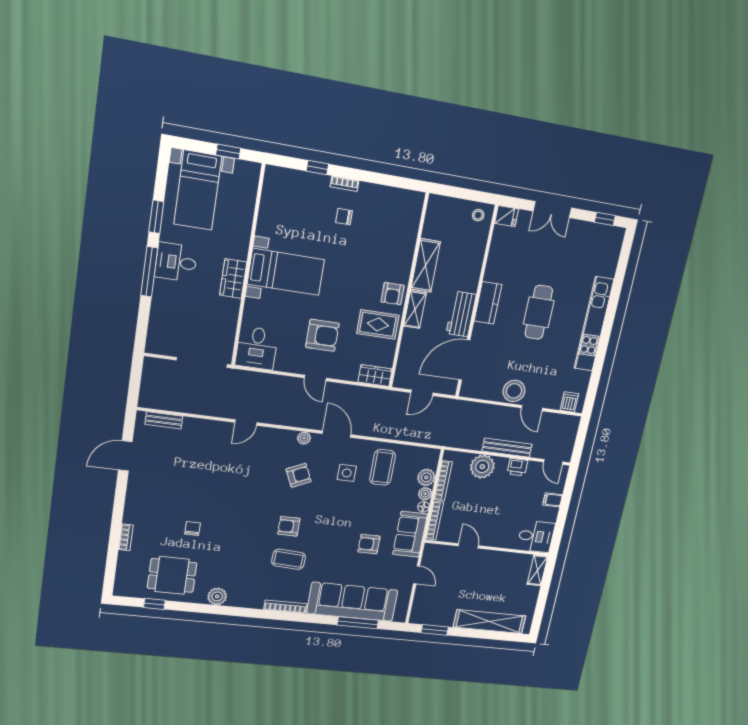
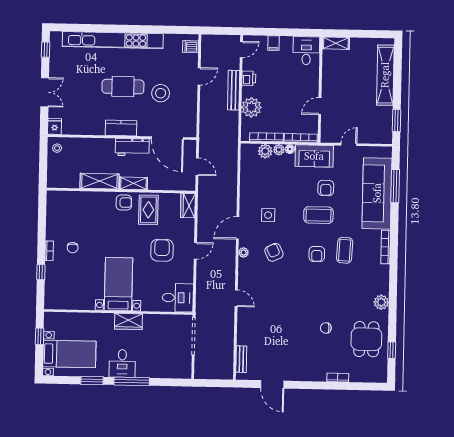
kitchen unit: (594, 324) -> (113, 40), width x1.36
stool: (514, 391) -> (161, 93), moved
coffee table: (383, 467) -> (318, 215), moved

